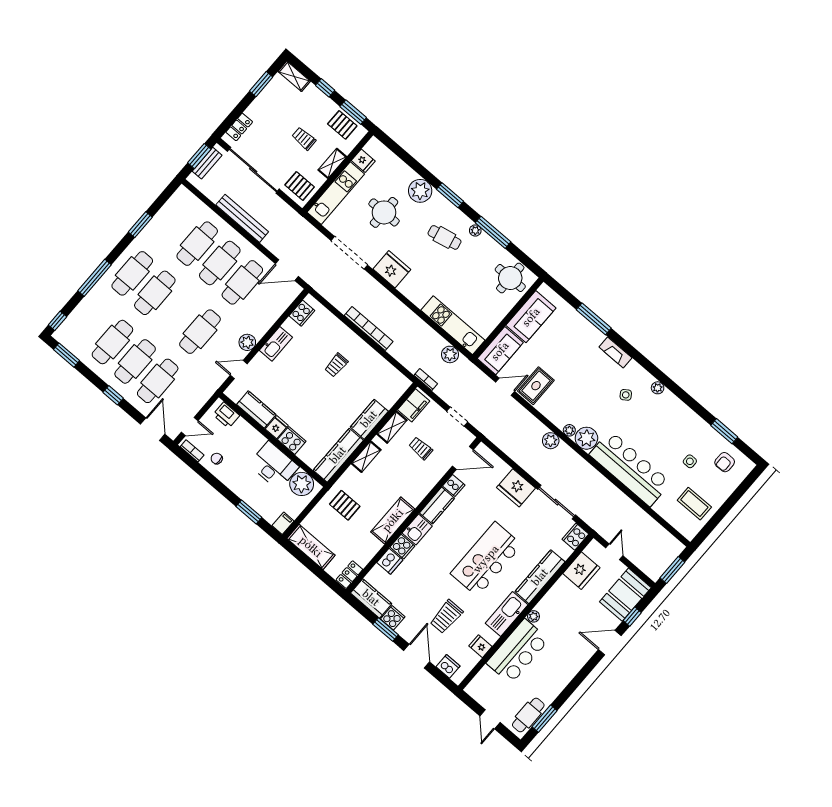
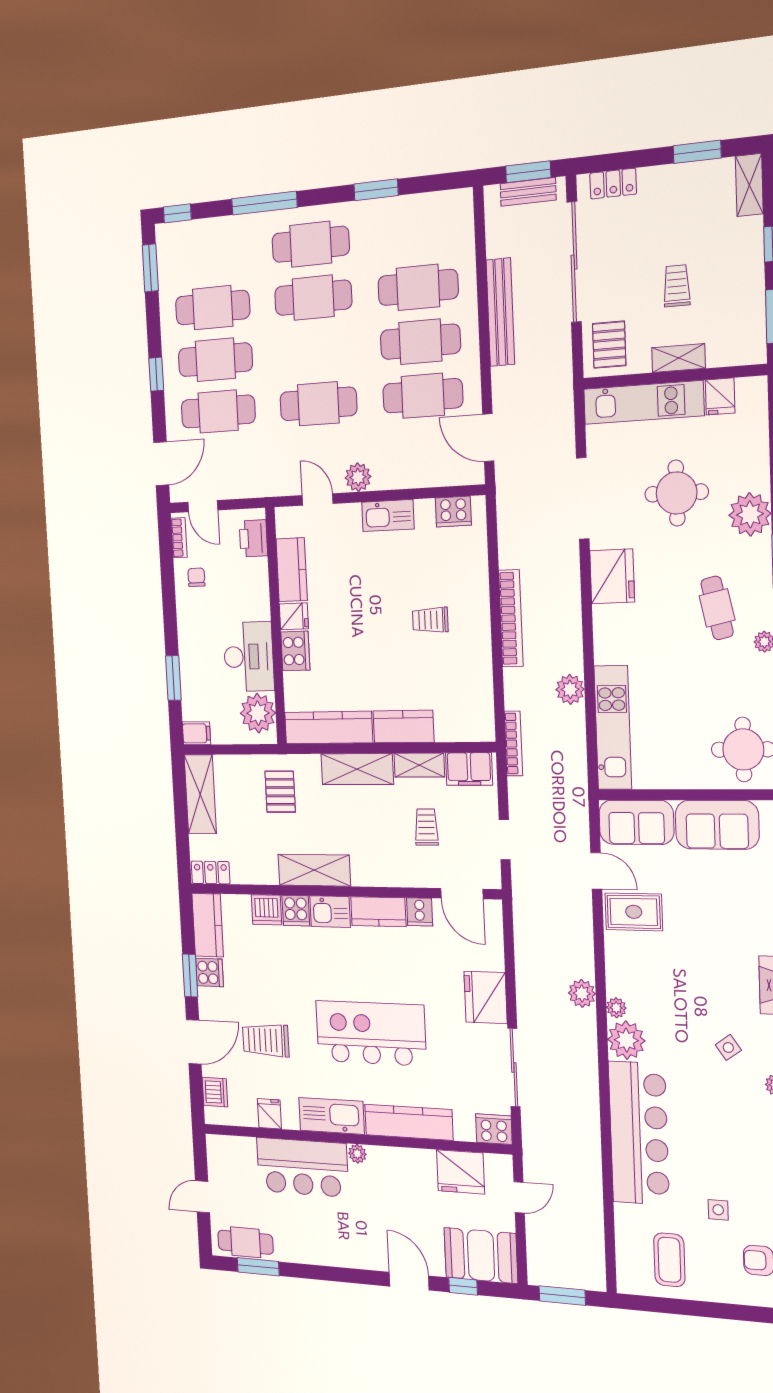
pallet: (342, 125) -> (743, 319), removed
plant: (450, 354) -> (570, 689), moved
bookcase: (426, 380) -> (513, 744), width x1.56
shelving: (366, 457) -> (357, 769), width x1.50, depth x1.33

